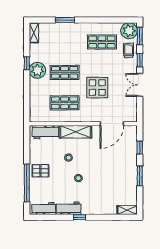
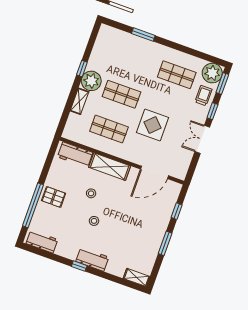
shelving: (34, 33) -> (79, 101), moved
workbench: (69, 208) -> (92, 259), moved

